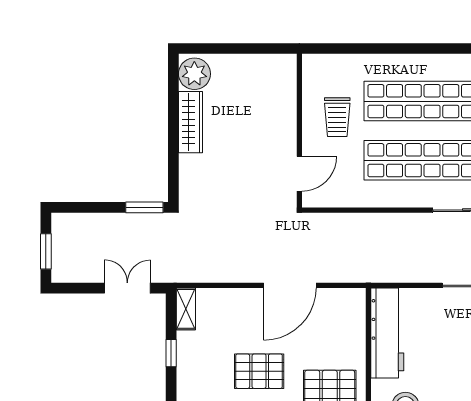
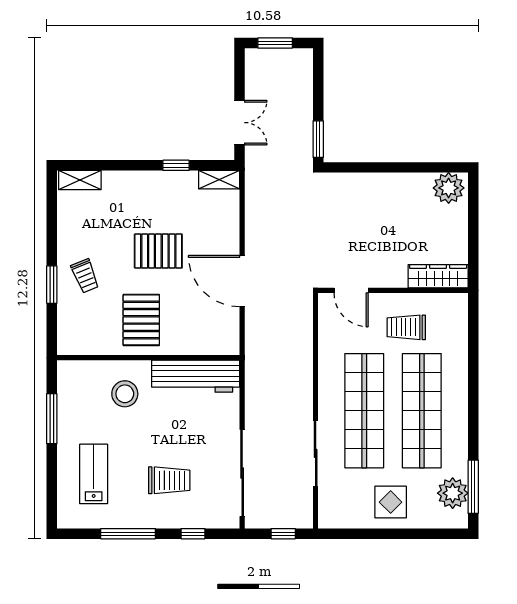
wardrobe: (190, 122) -> (438, 276), moved, turned 180
pallet: (259, 371) -> (158, 251), turned 90

